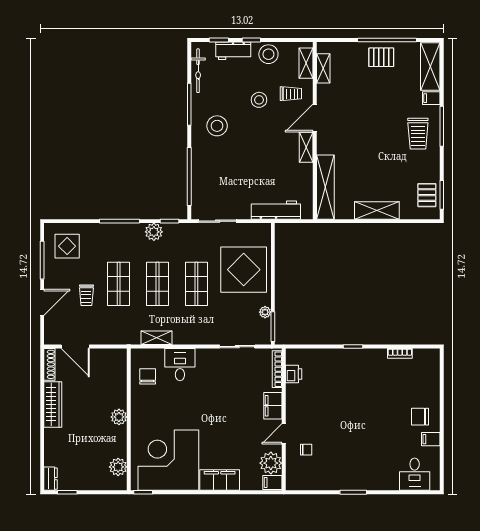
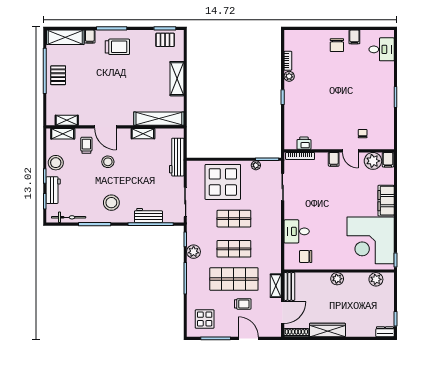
stool: (259, 100) -> (108, 162), moved
shelving: (306, 147) -> (143, 134), moved
workbench: (200, 174) -> (148, 216), added
shop shelf: (119, 284) -> (234, 279), width x1.43, depth x1.36
shelving: (156, 338) -> (276, 286), moved
bench: (109, 355) -> (289, 286), added
plant: (380, 355) -> (289, 76), added
filing cabinet: (273, 406) -> (334, 159), width x0.50

